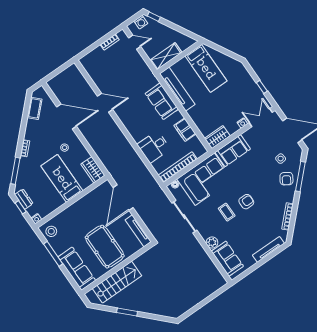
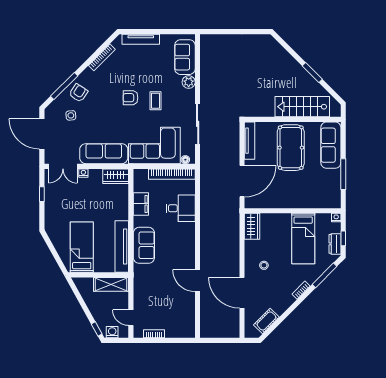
sofa: (233, 151) -> (104, 154), width x1.36
bed: (62, 178) -> (303, 238), moved
stool: (51, 231) -> (330, 196), removed

